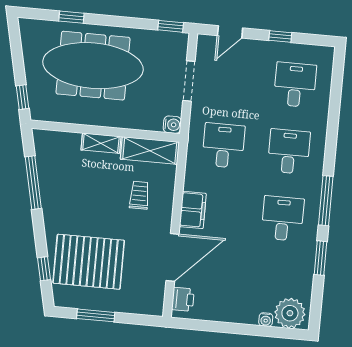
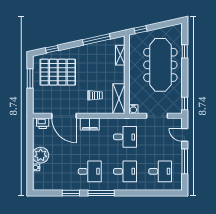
window: (280, 36) -> (185, 161), width x2.17
shelving: (101, 143) -> (120, 55), moved
pallet: (89, 262) -> (58, 72), turned 90
plant: (290, 313) -> (41, 155), moved

